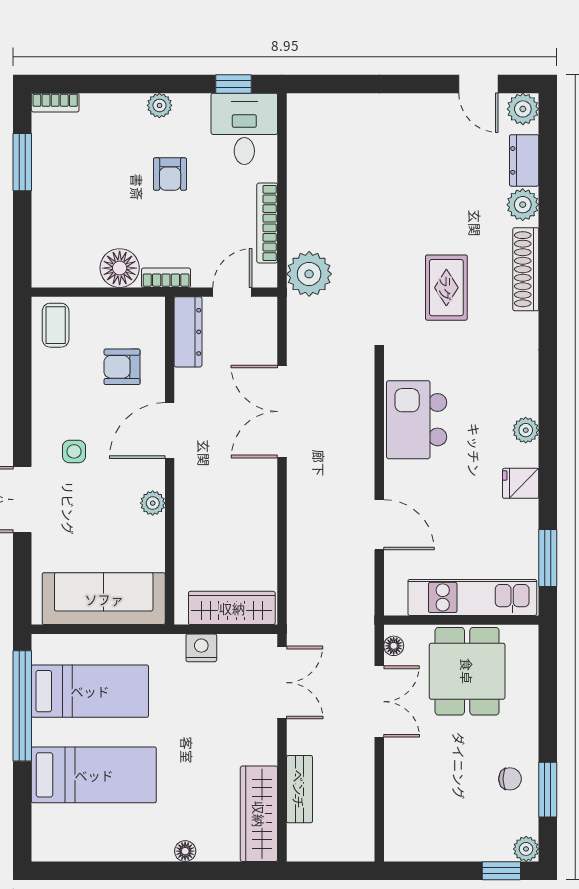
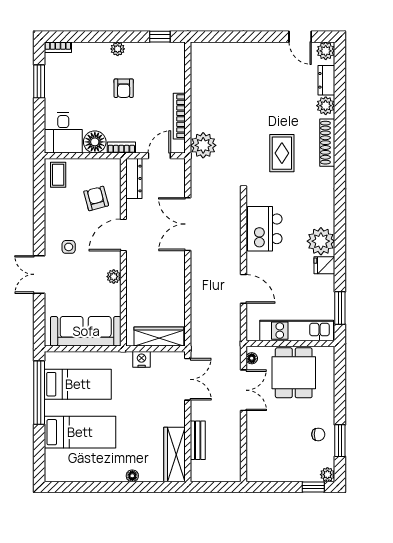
desk: (244, 129) -> (63, 133), moved, turned 180
armchair: (122, 367) -> (96, 198), turned 75
plant: (526, 430) -> (321, 241), width x1.87, depth x1.87

